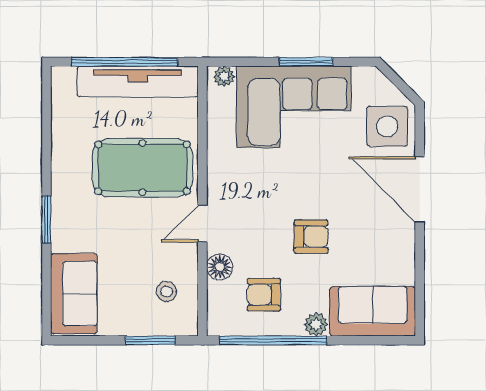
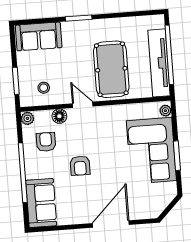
side table: (387, 126) -> (145, 203), removed
plant: (316, 325) -> (27, 118), moved
window: (273, 340) -> (23, 173), moved

